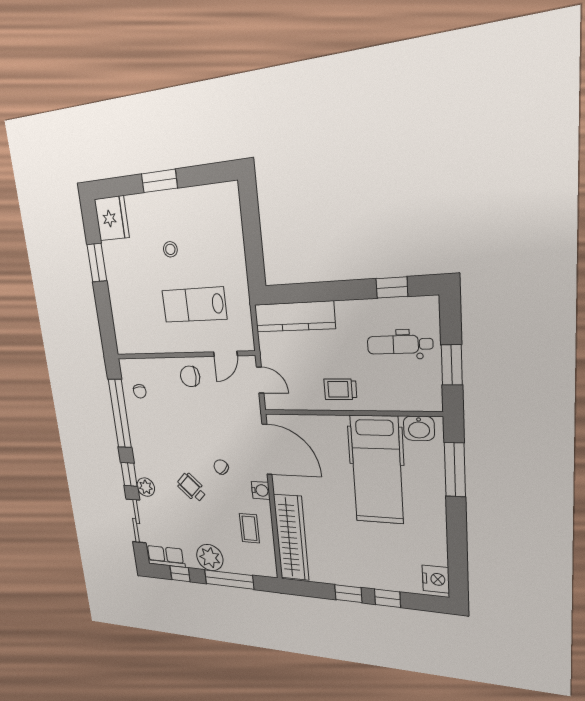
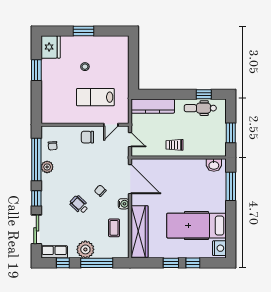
dental chair: (400, 345) -> (200, 108), moved
hospital bed: (377, 470) -> (196, 226), moved, turned 90
plant: (146, 487) -> (47, 167), moved

